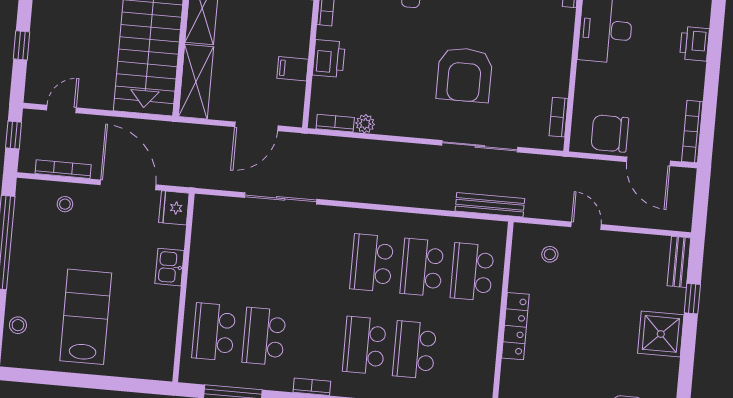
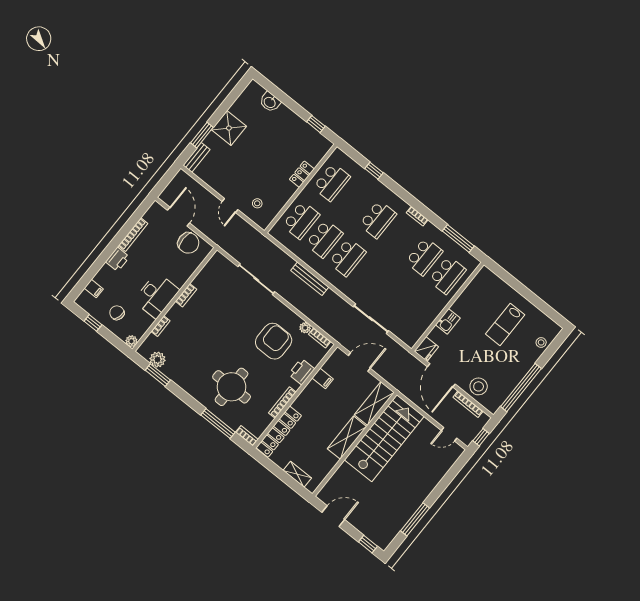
window: (22, 45) -> (448, 479), removed
armchair: (464, 75) -> (274, 341), moved
bookcase: (559, 117) -> (186, 295), moved
bookcase: (692, 132) -> (133, 235), moved
stool: (65, 204) -> (479, 386), width x1.89, depth x1.89
bench: (490, 205) -> (310, 279), moved
window: (692, 299) -> (202, 135), width x1.50
lab bench: (86, 317) -> (505, 324), width x0.73, depth x0.72
locker: (515, 326) -> (302, 174), width x0.66
school desk: (415, 350) -> (332, 182), moved

